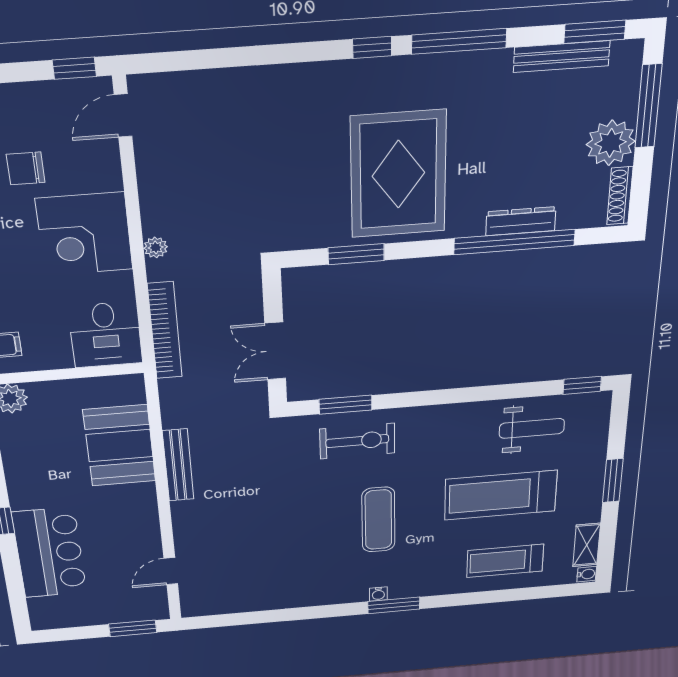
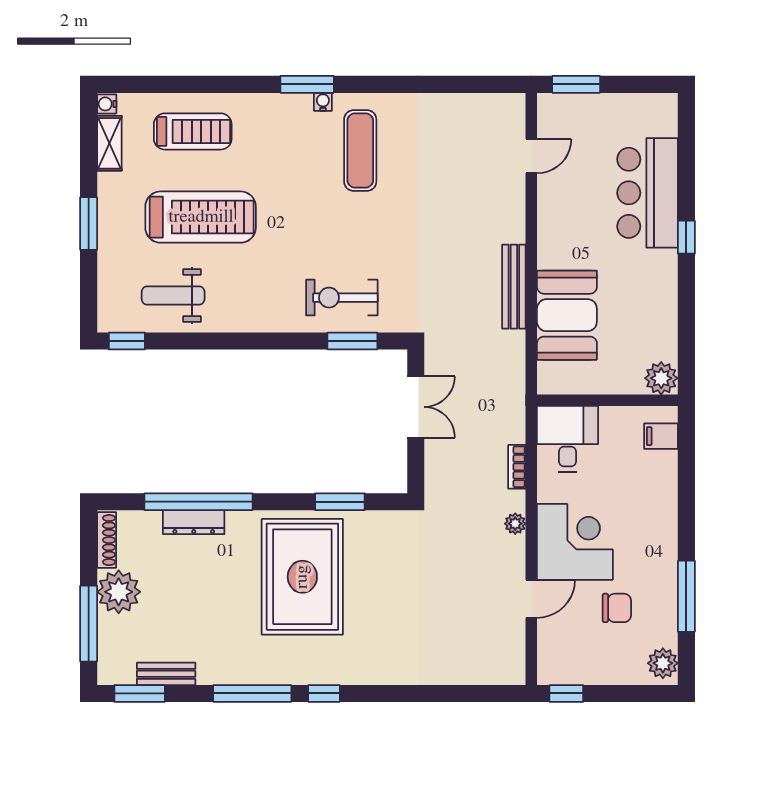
bench: (562, 57) -> (166, 674), width x0.73
door: (123, 115) -> (531, 599), moved
bookcase: (165, 331) -> (517, 467), width x0.43, depth x0.76
exercise mat: (378, 520) -> (360, 150), moved

